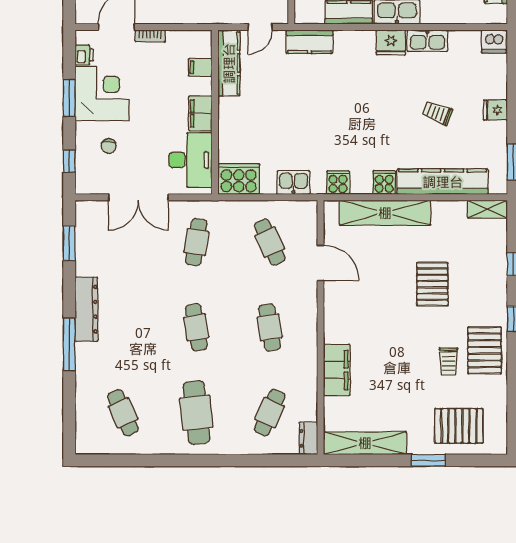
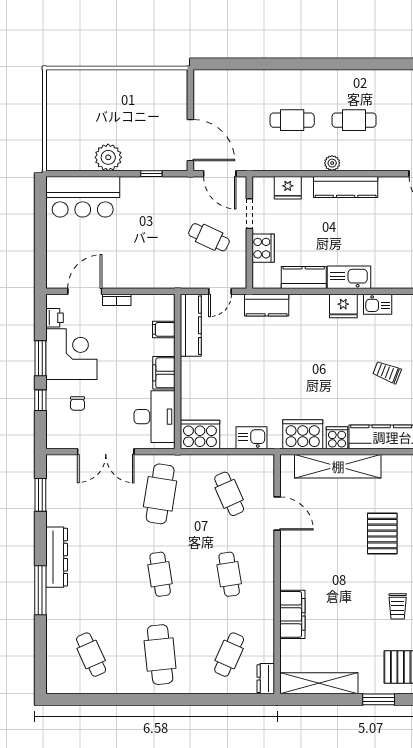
kitchen sink: (427, 41) -> (378, 304), width x0.73
window: (69, 161) -> (40, 400), moved
cooker: (338, 182) -> (303, 434), width x1.87, depth x1.31
cafe table: (196, 242) -> (160, 494), width x1.37, depth x1.35

